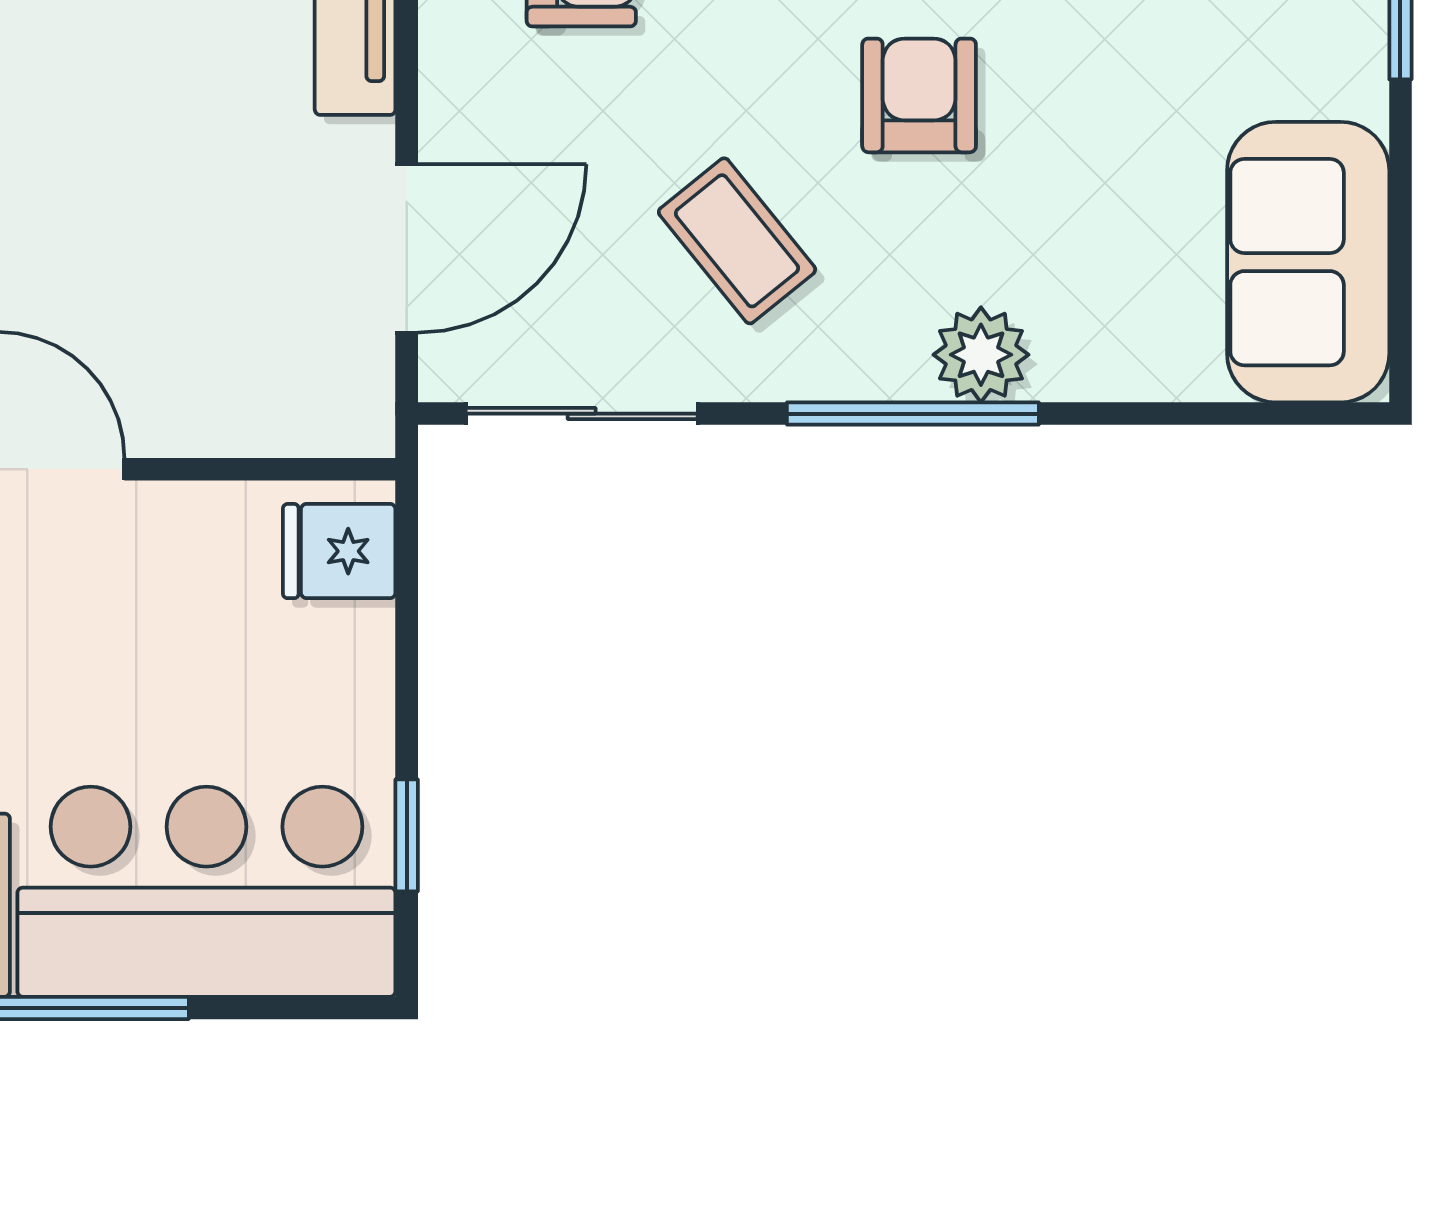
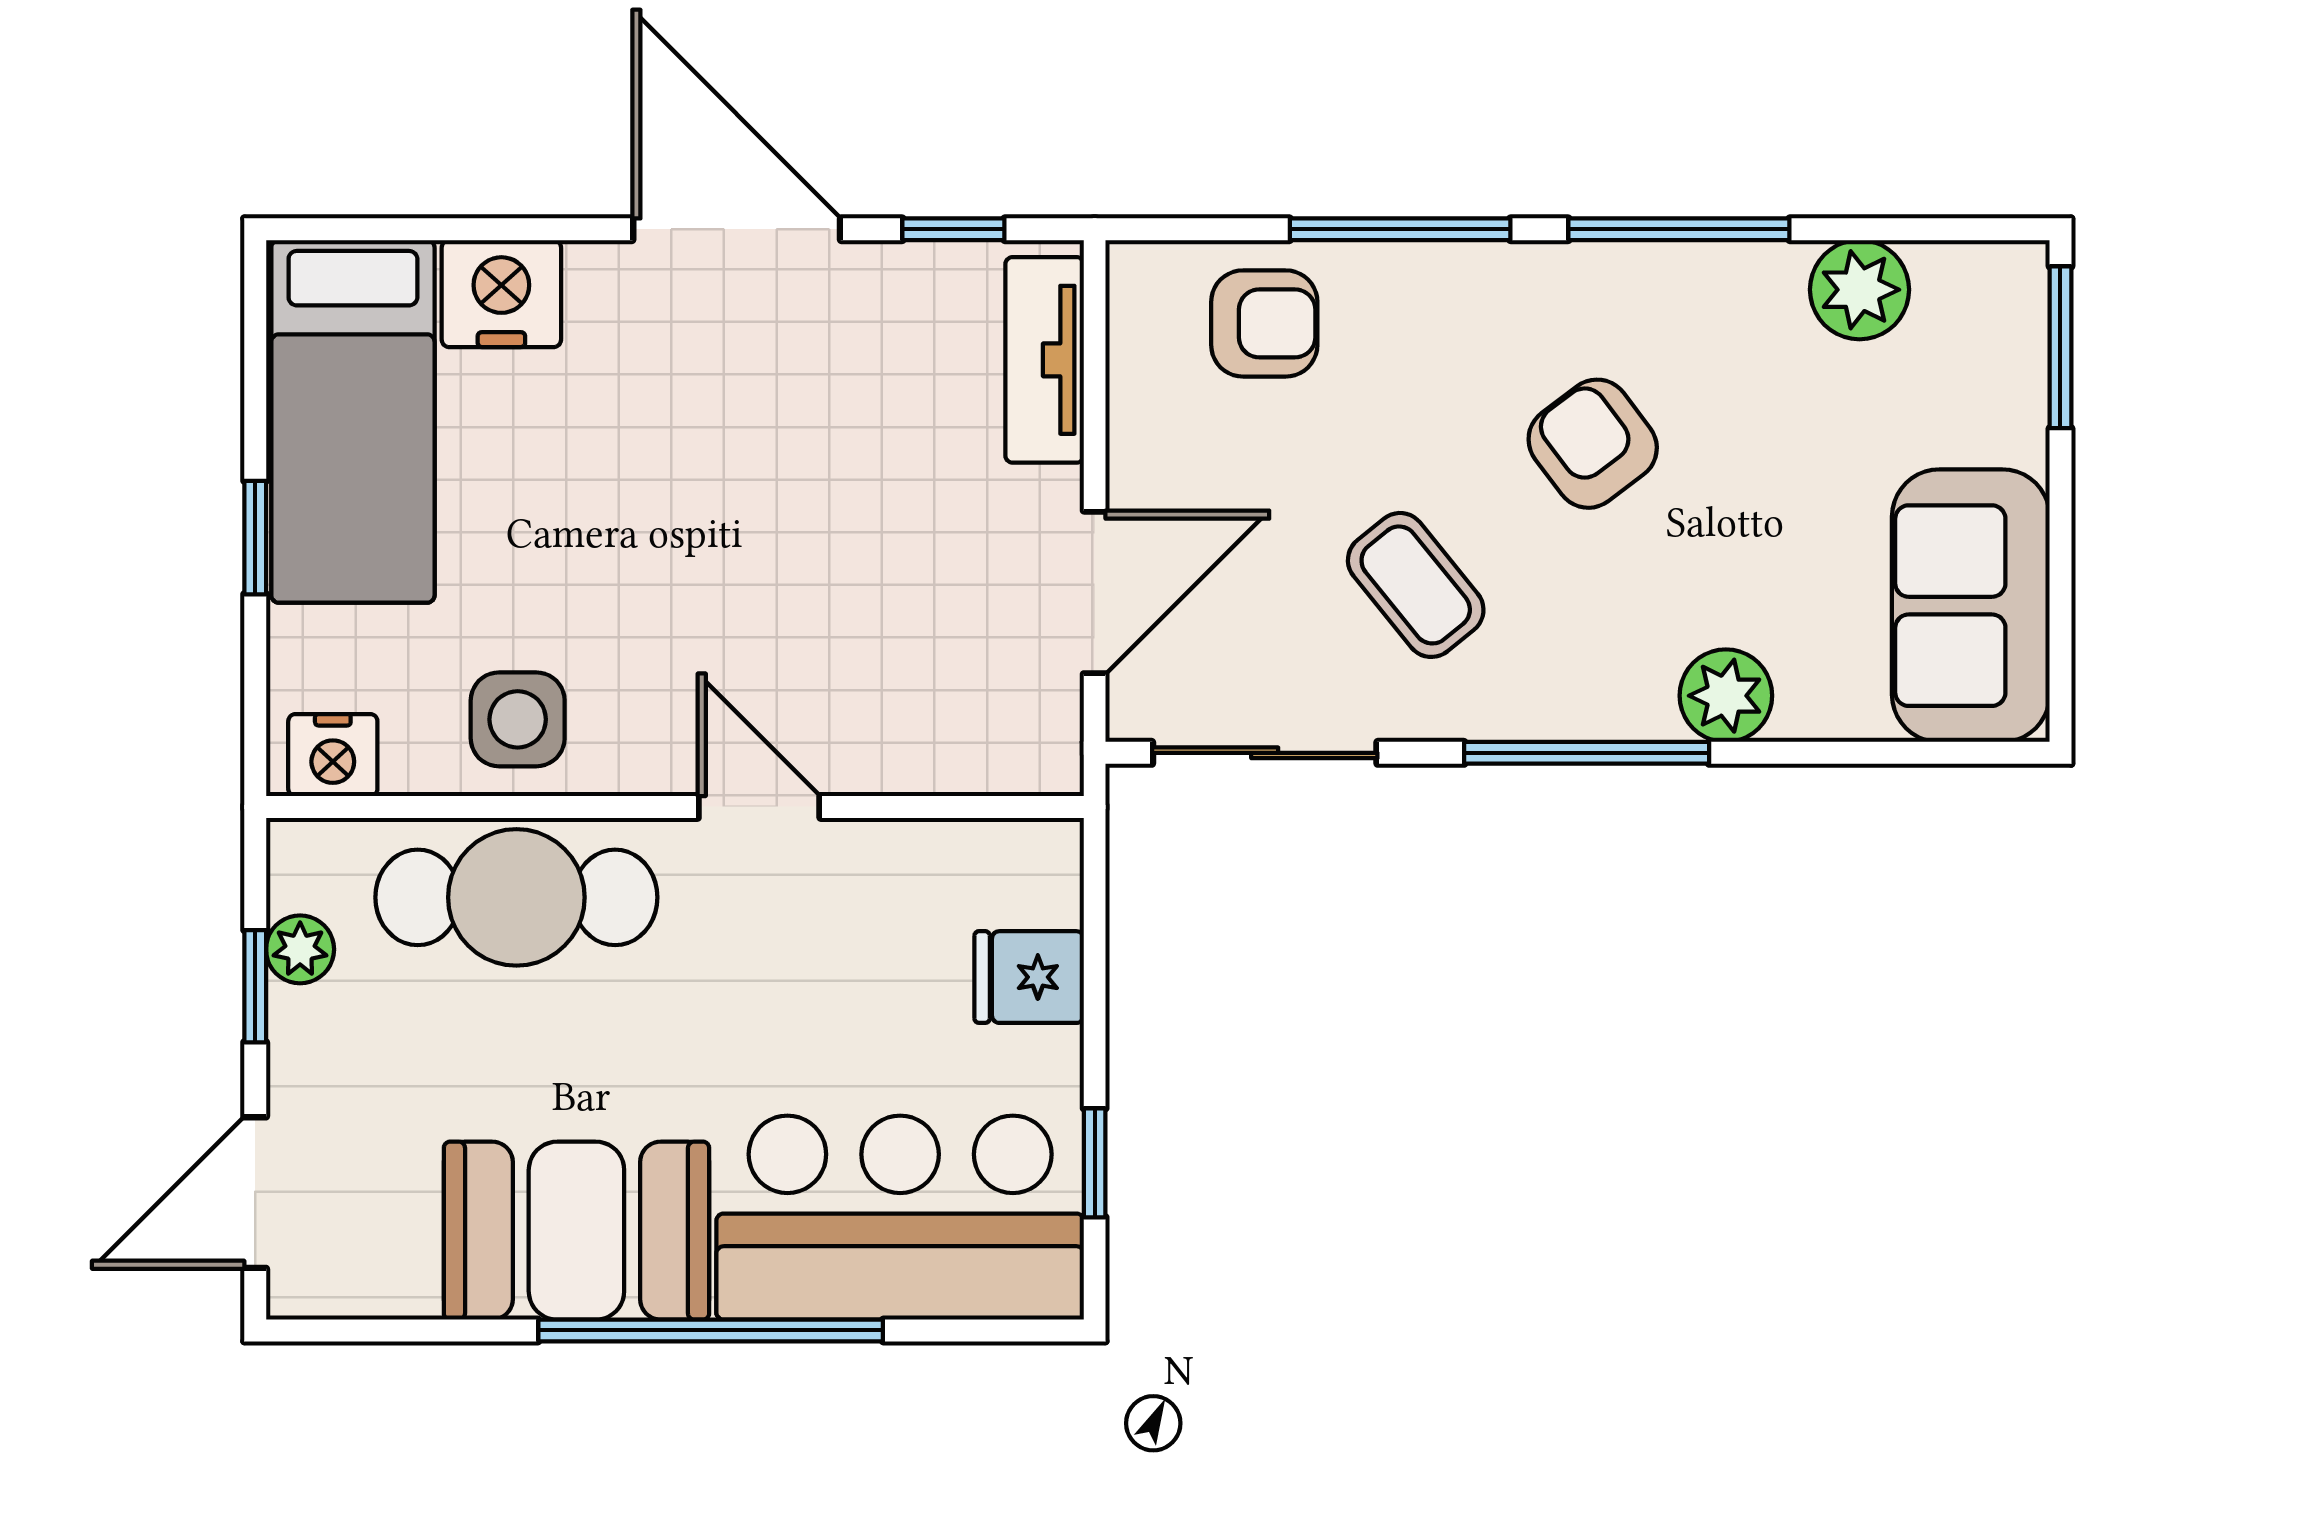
armchair: (919, 95) -> (1593, 444), turned -37
plant: (981, 355) -> (1726, 696), moved
fridge: (339, 551) -> (1029, 977), moved

